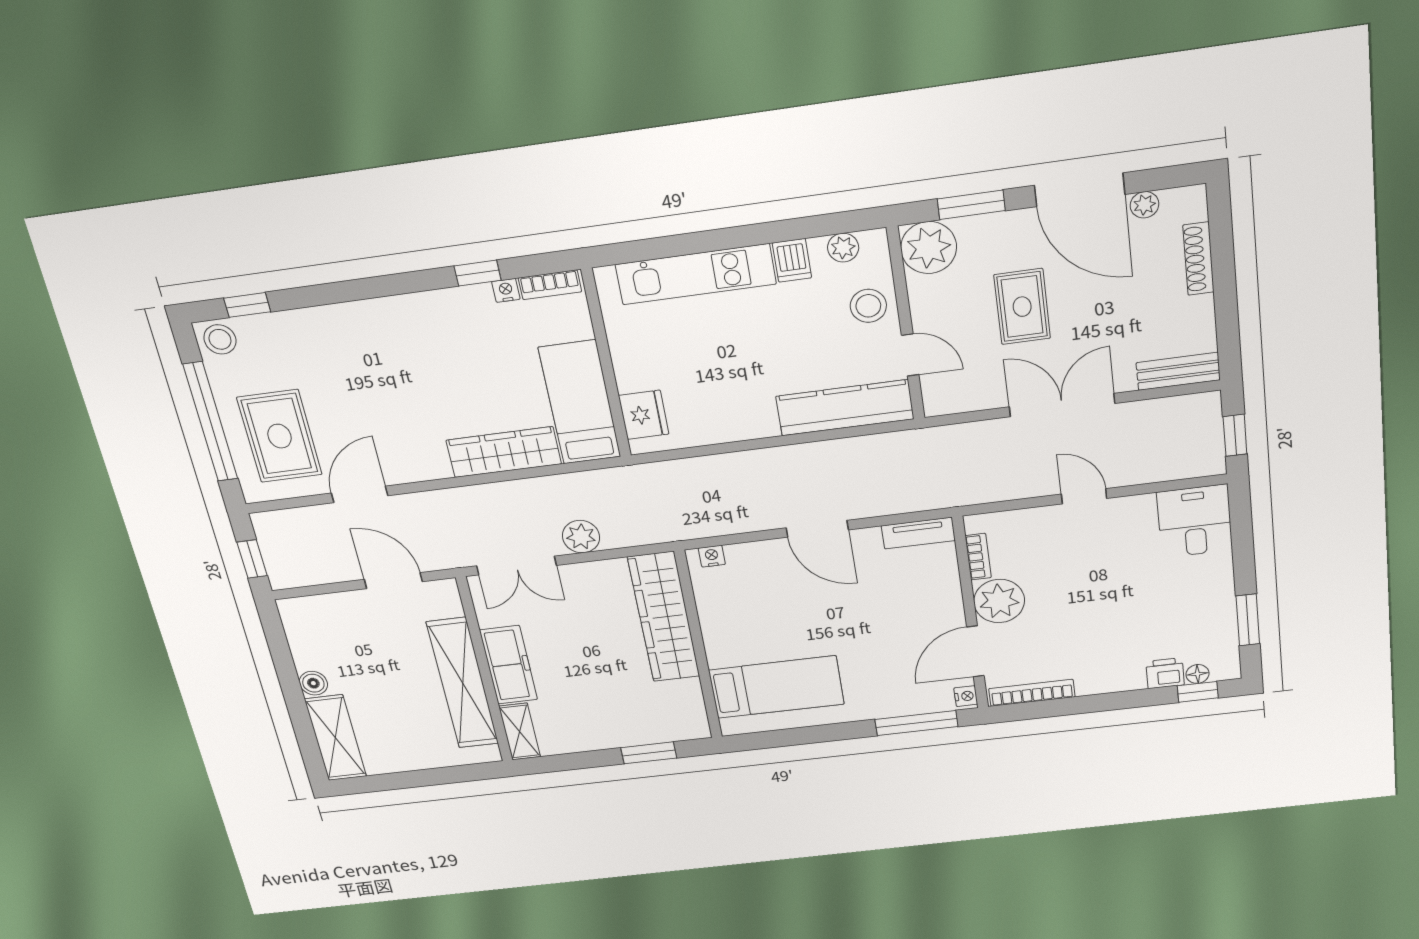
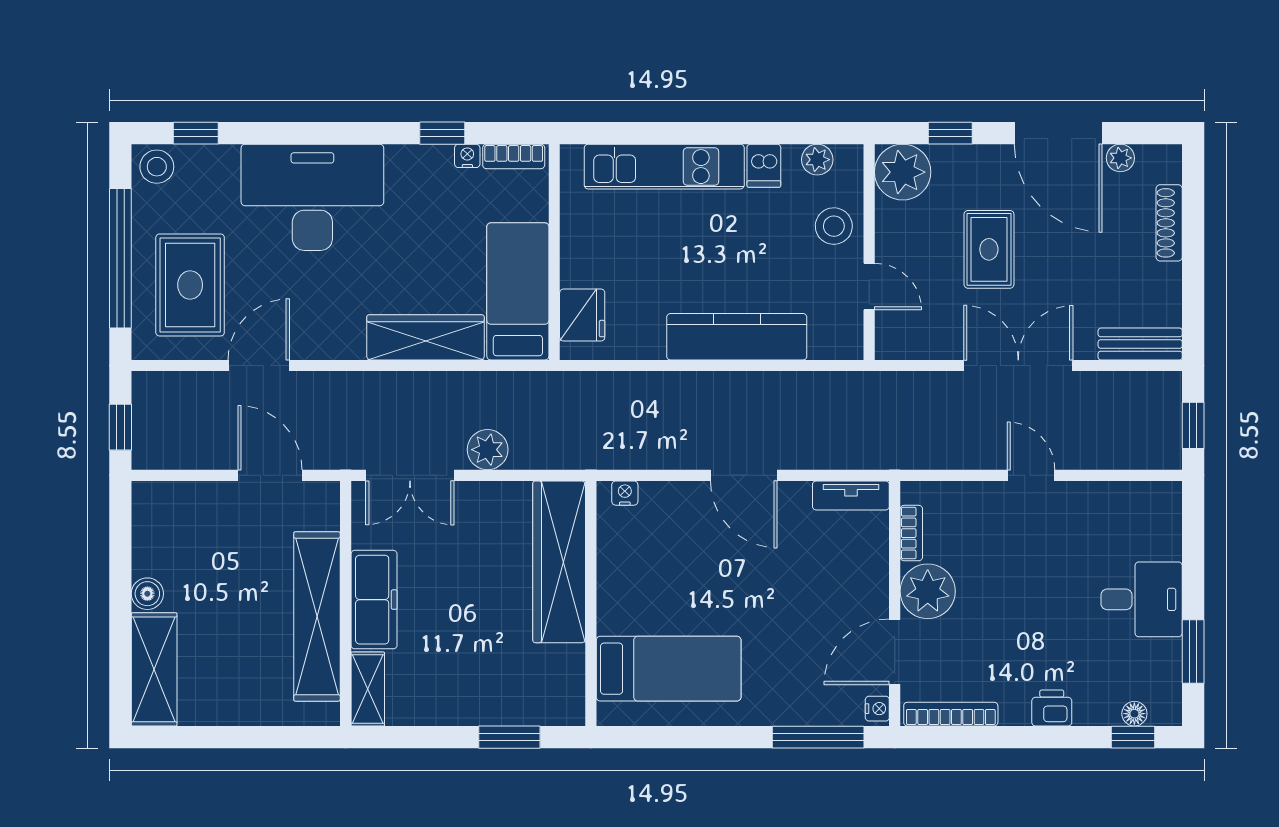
window: (971, 205) -> (950, 133), width x0.67
desk: (370, 347) -> (312, 197), added
kitchen counter: (845, 408) -> (737, 337), moved
desk: (1195, 521) -> (1142, 599), moved, turned 90
printer: (1165, 673) -> (1052, 708), moved

